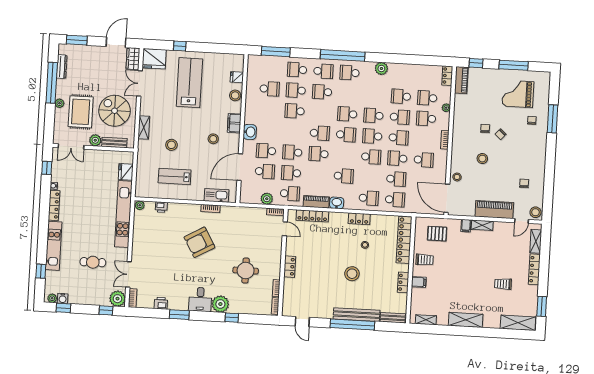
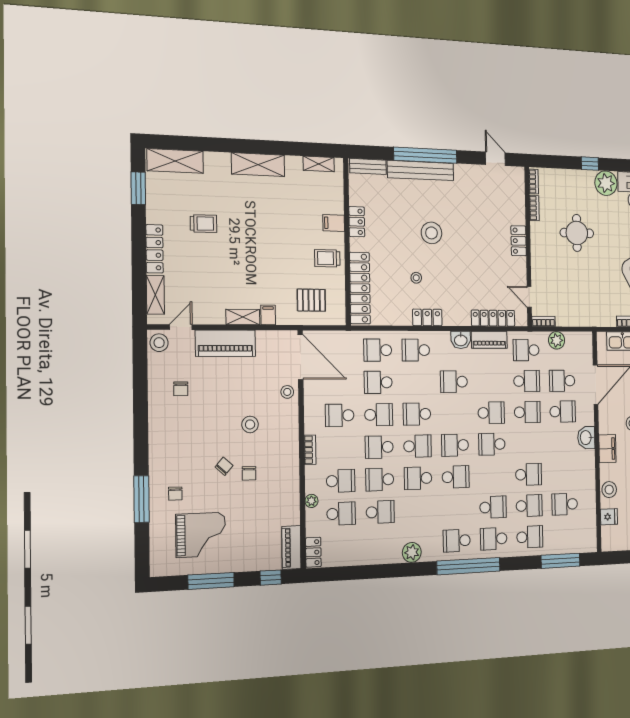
school desk: (350, 73) -> (457, 541), turned 180
school desk: (373, 116) -> (418, 478), turned 180

